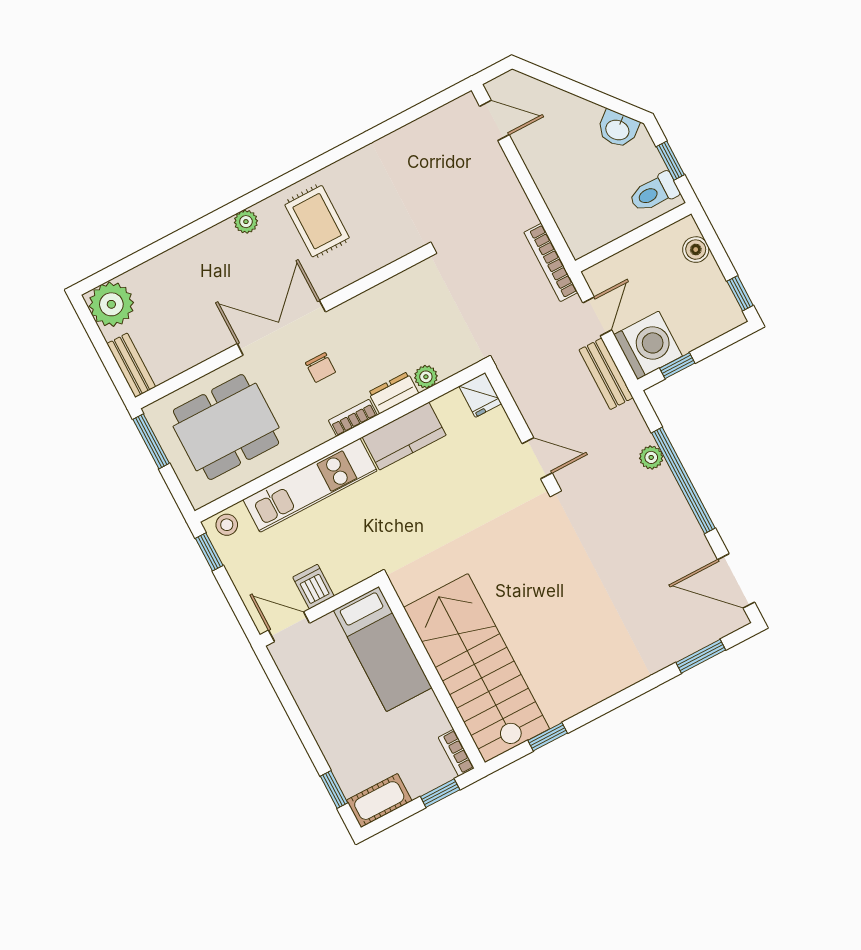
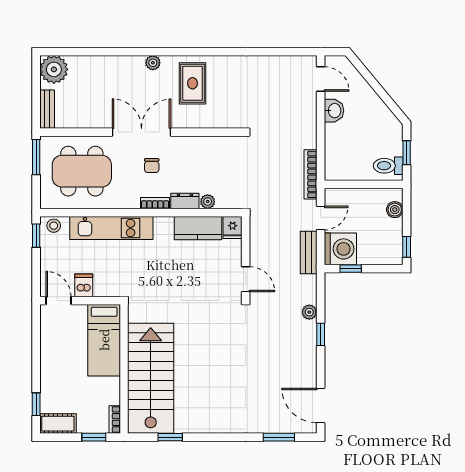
washbasin: (618, 129) -> (334, 111), moved, turned -140
kitchen counter: (404, 436) -> (198, 228), moved
window: (683, 480) -> (321, 334), width x0.32

